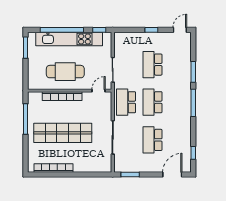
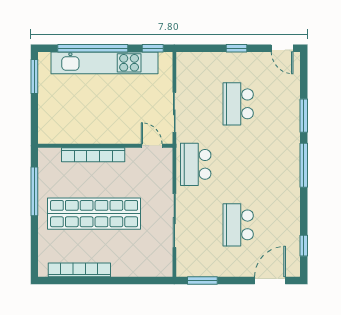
door: (180, 30) -> (282, 48), swing flipped
cafe table: (65, 72) -> (98, 115), removed
door: (99, 91) -> (152, 146), hinge flipped
school desk: (152, 102) -> (238, 164), removed

